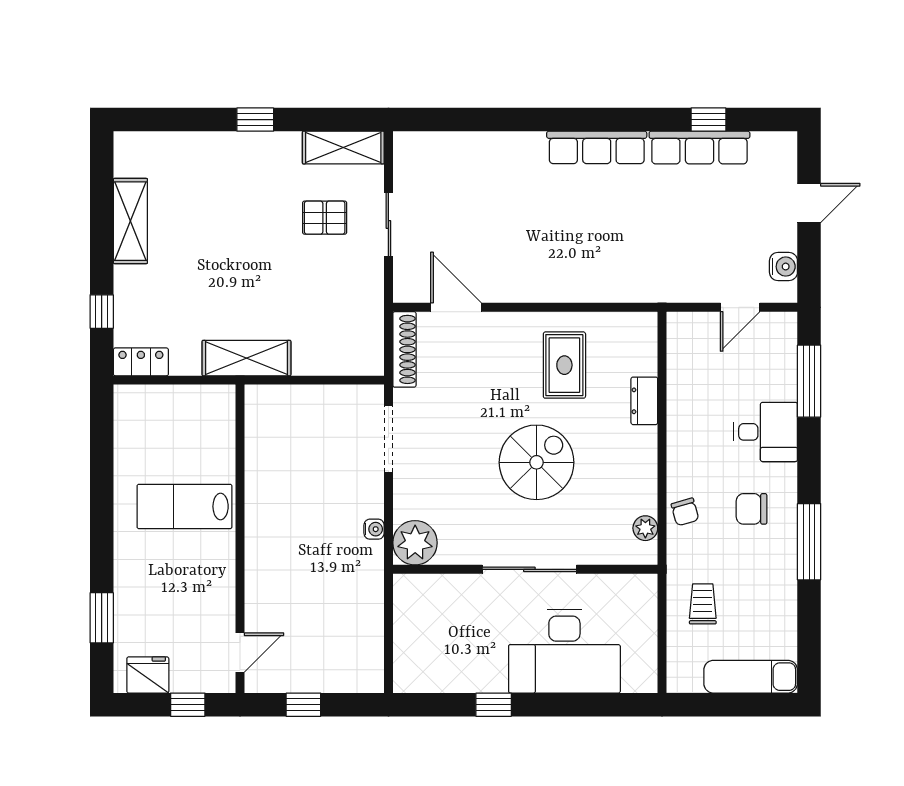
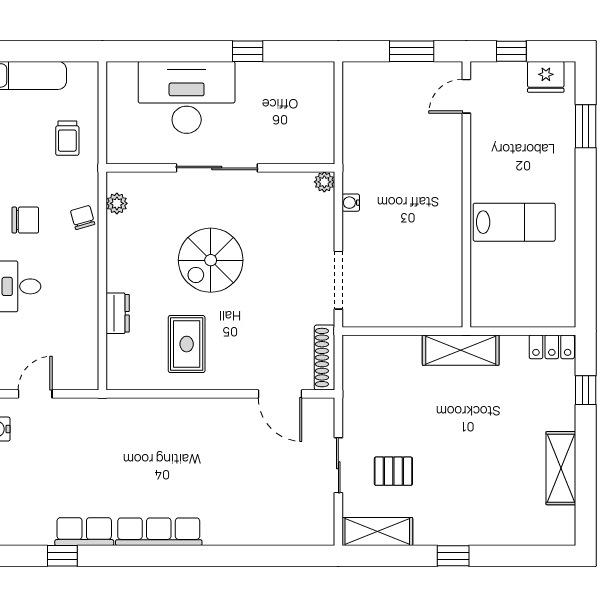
row of seats: (699, 148) -> (84, 532), width x0.68
plant: (415, 543) -> (324, 182), width x0.53, depth x0.53
window: (303, 705) -> (412, 51), width x1.50

